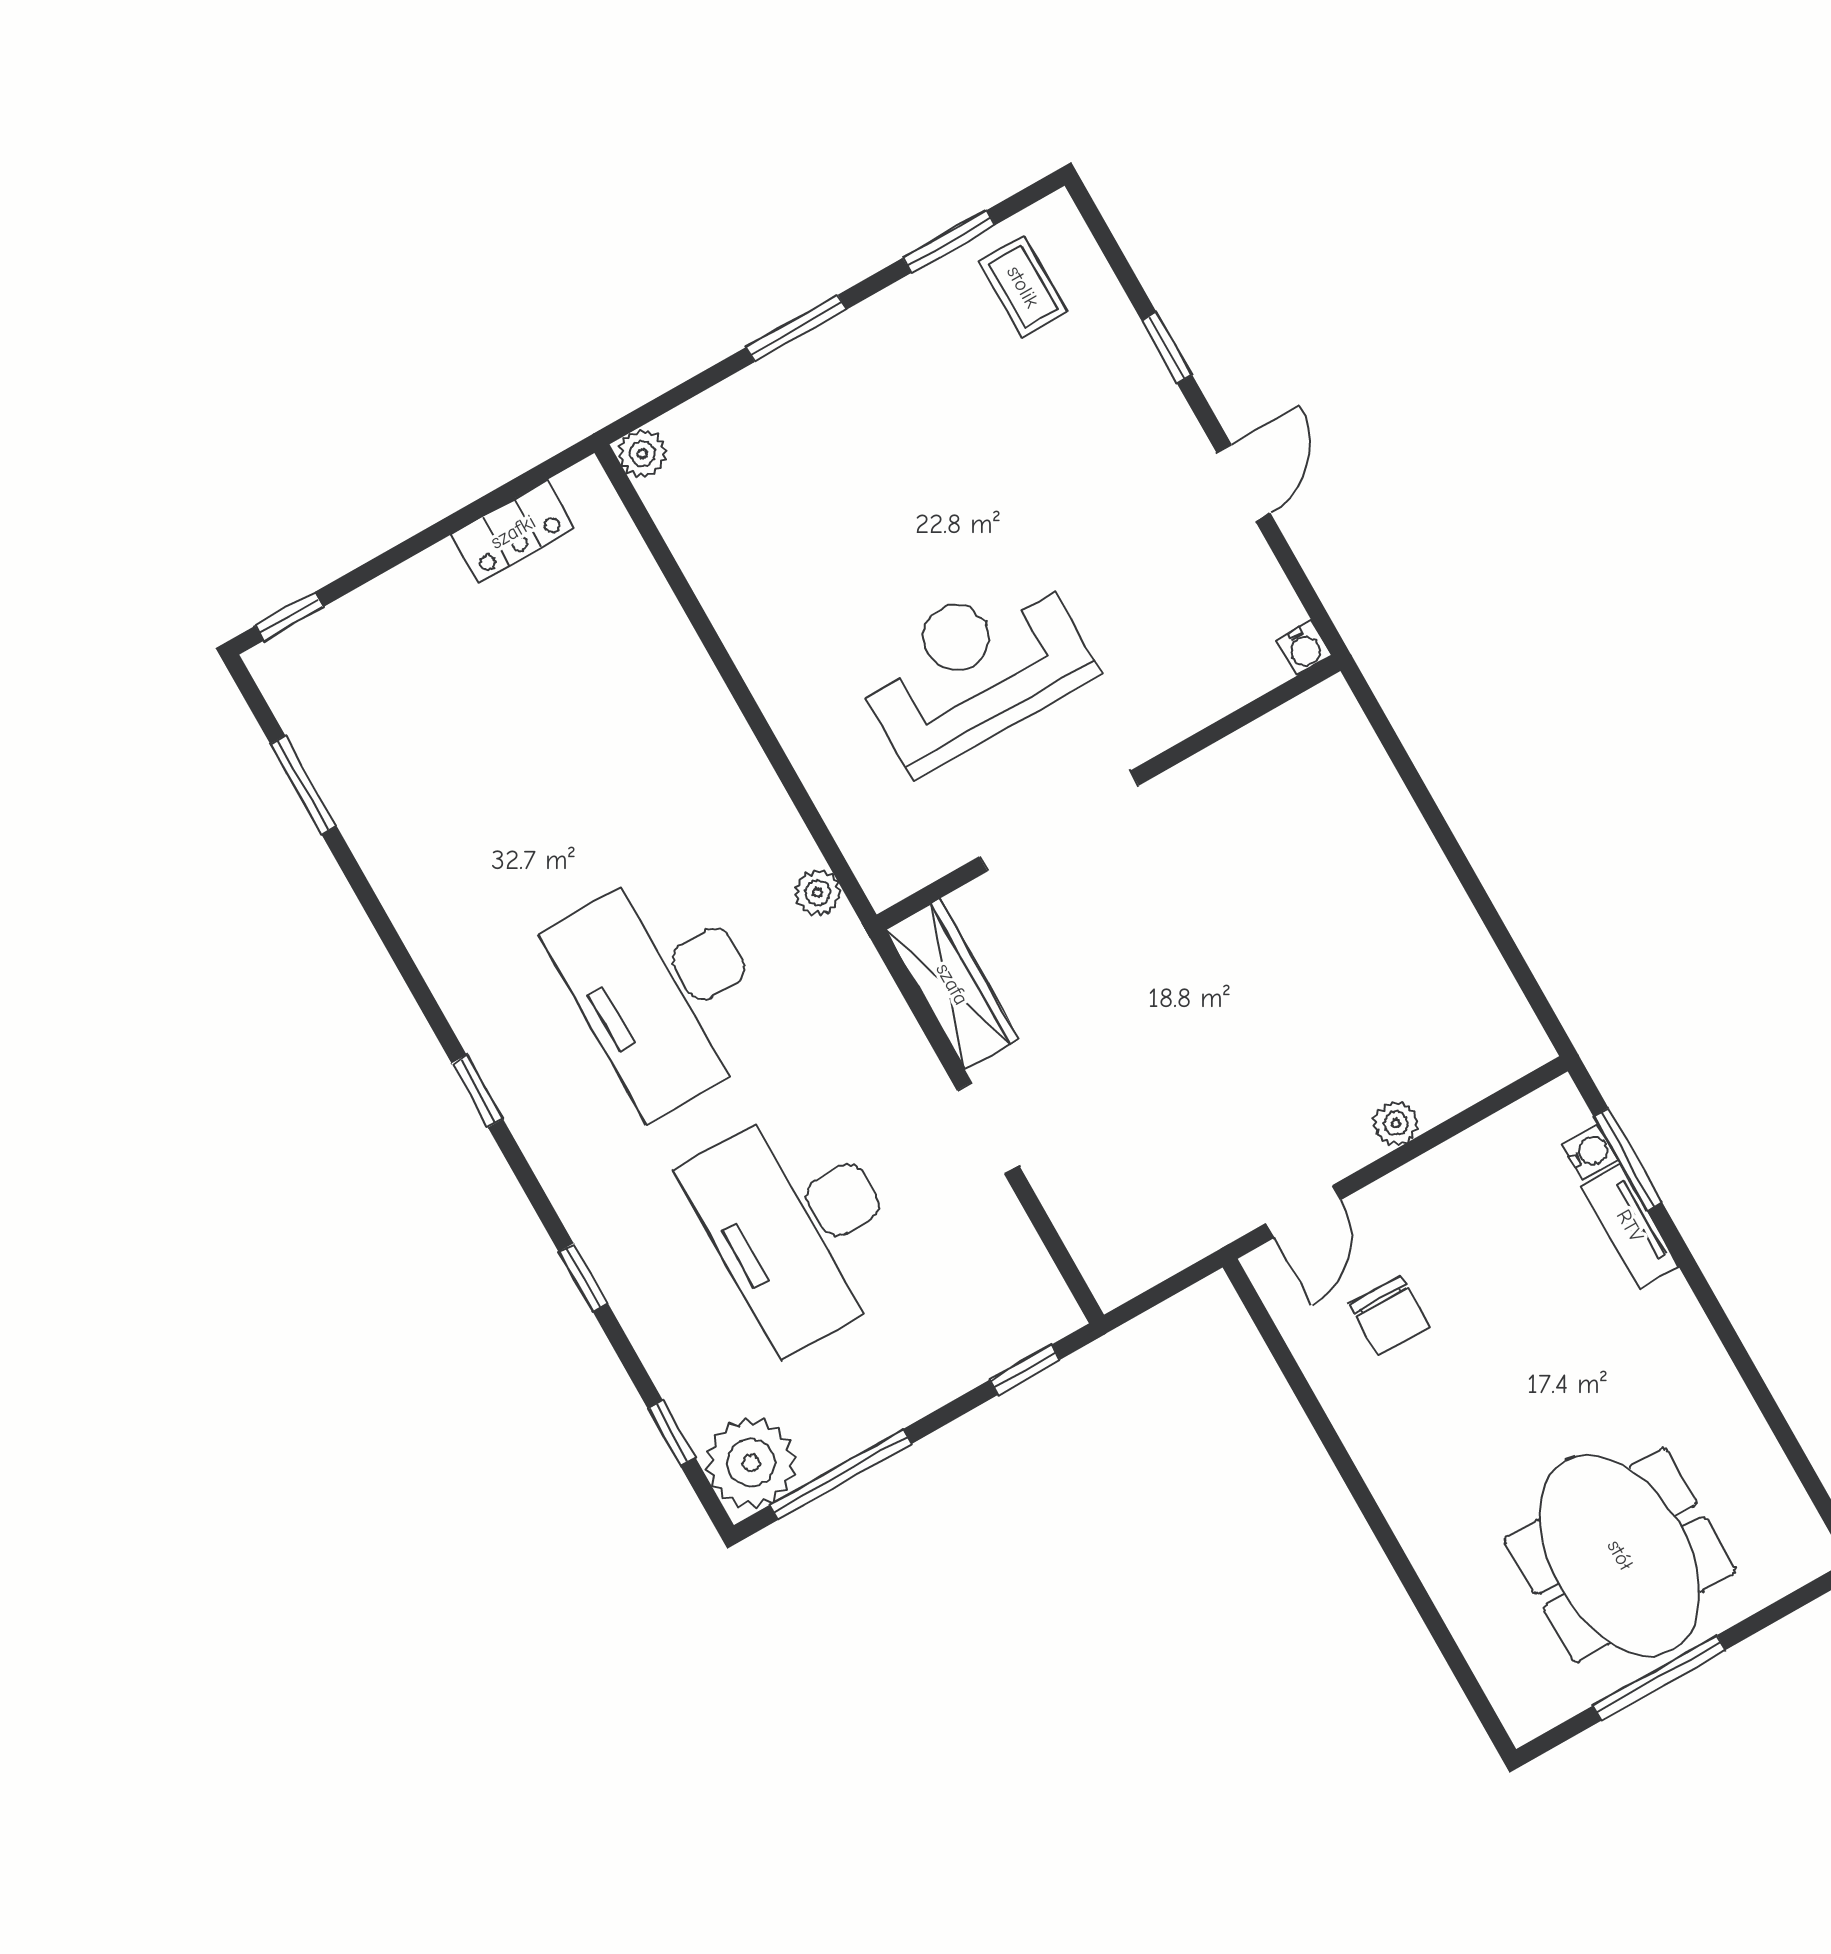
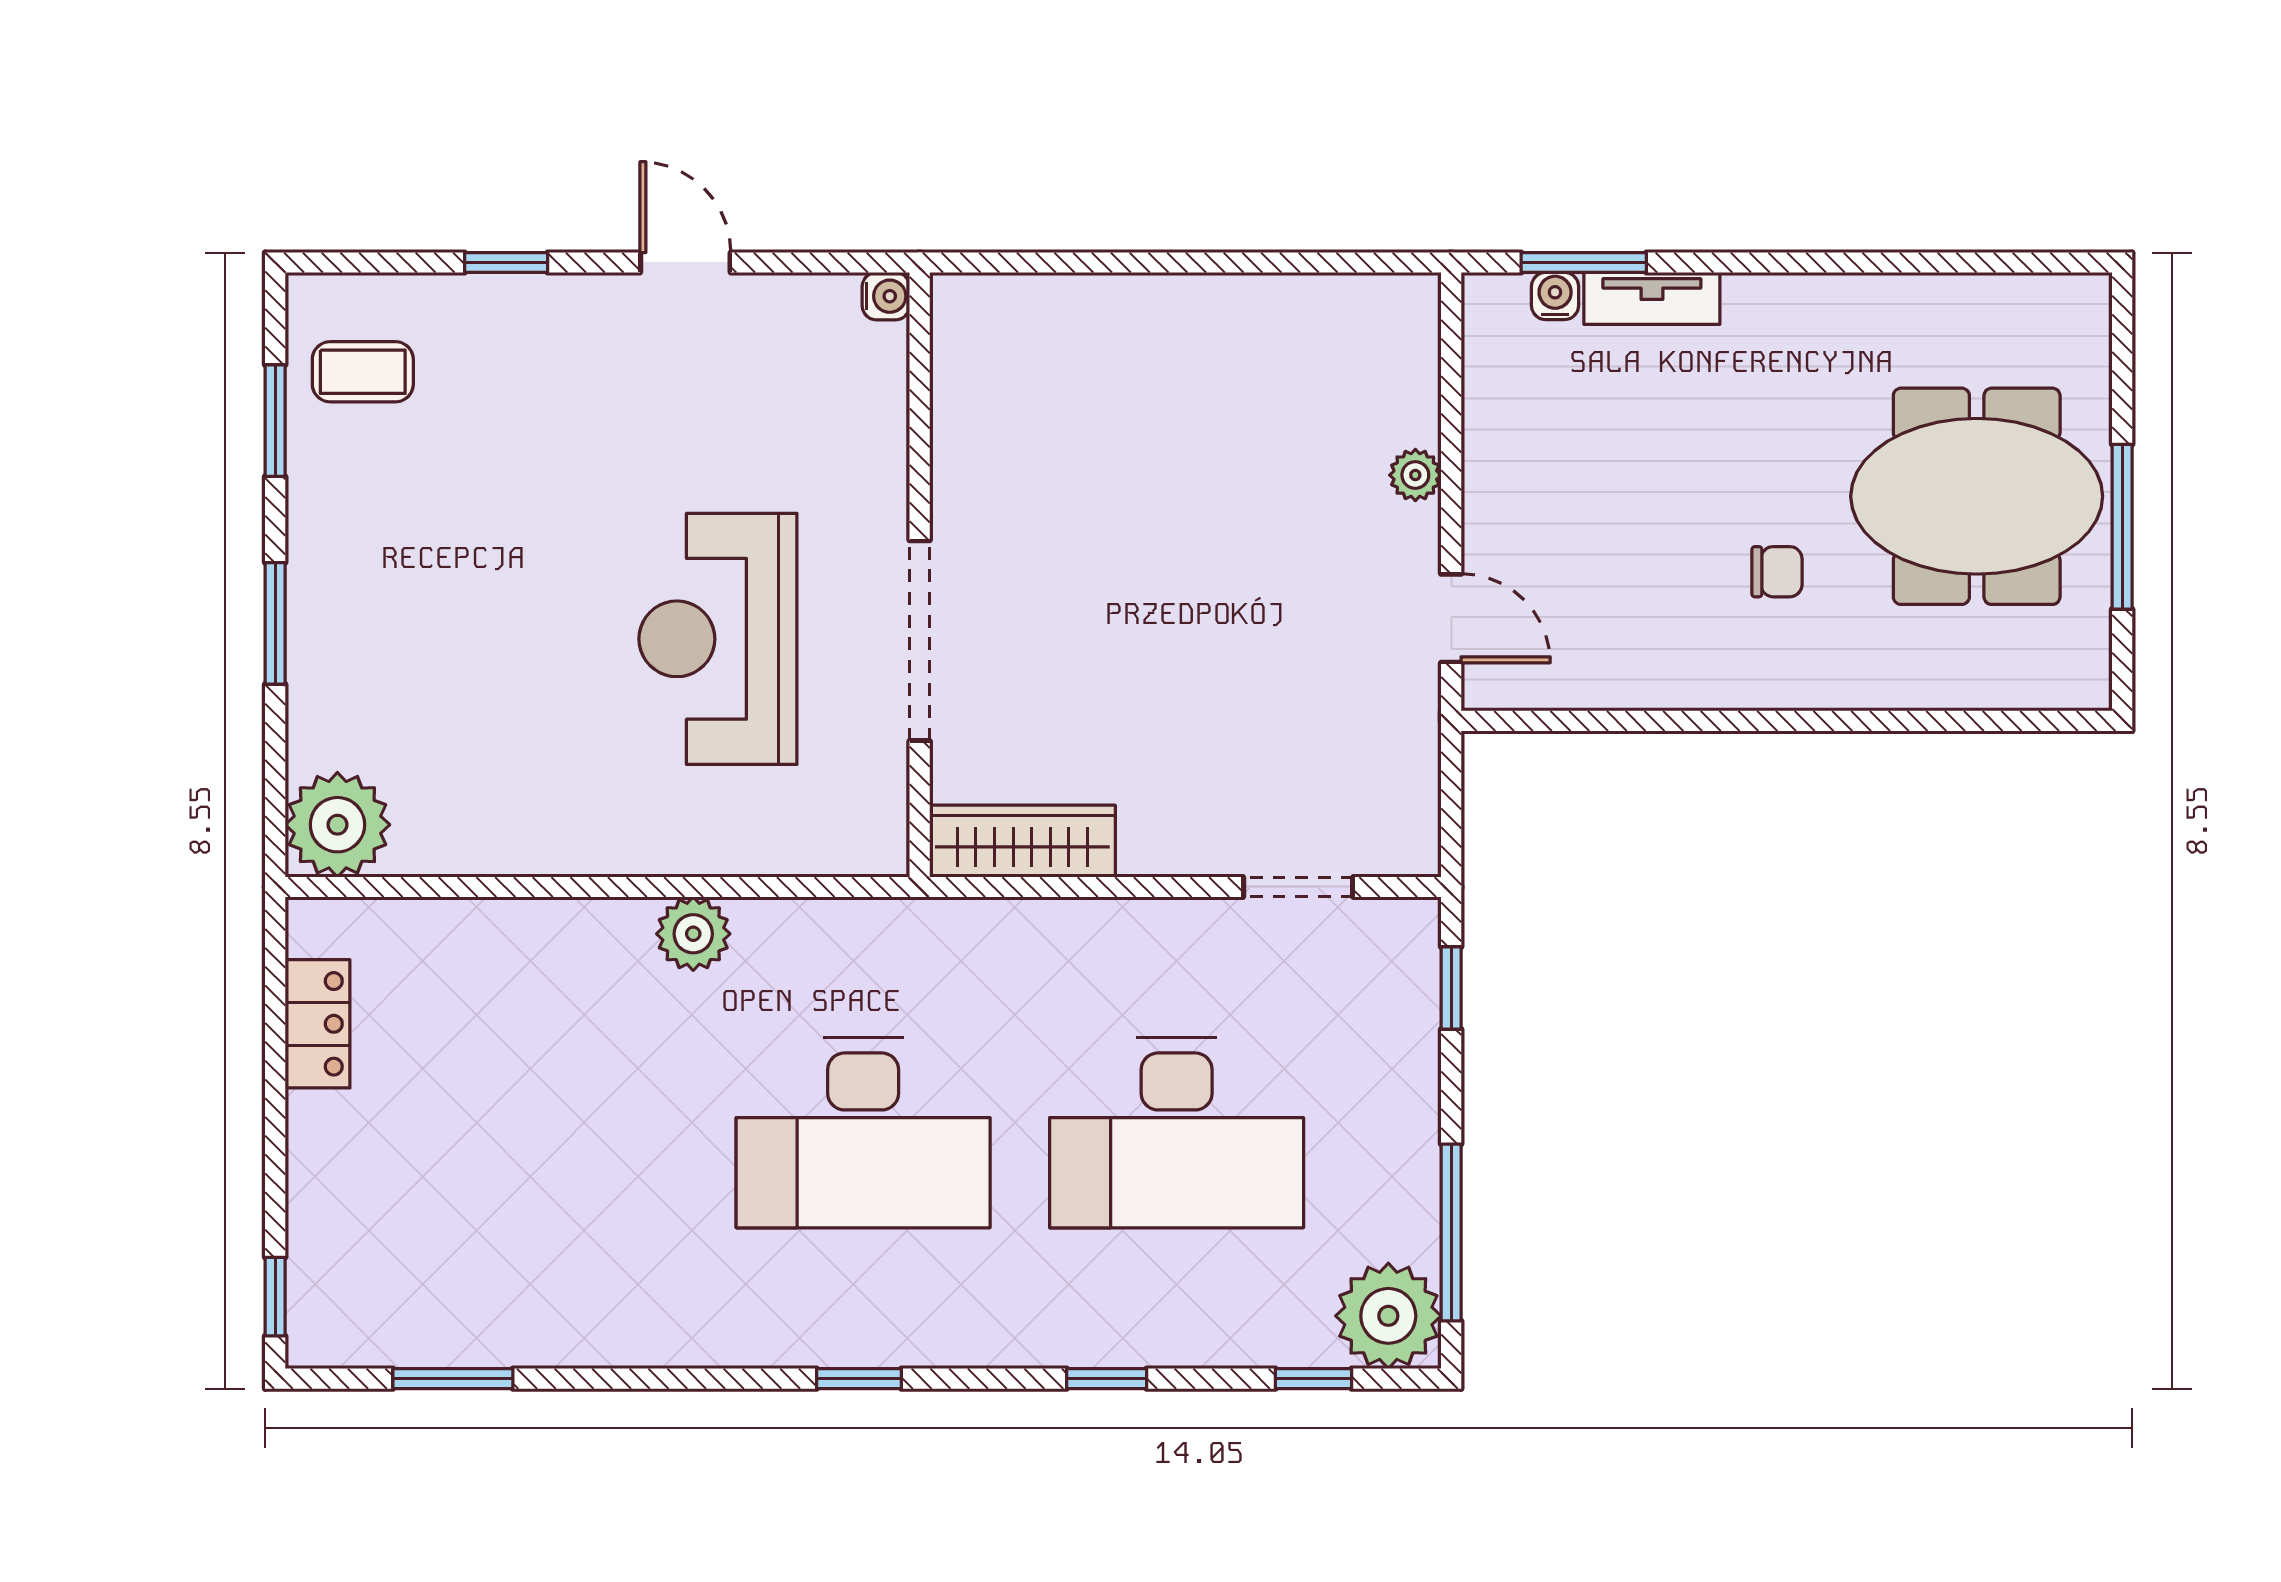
plant: (642, 453) -> (337, 825), width x1.87, depth x1.87
plant: (818, 893) -> (693, 934), moved, width x1.38, depth x1.38
doorway: (988, 1128) -> (1298, 887), moved
chair: (1390, 1316) -> (1777, 572), moved, width x0.73, depth x0.73

